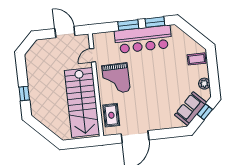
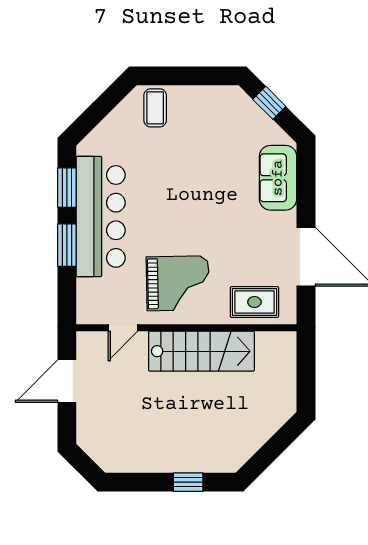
door: (93, 55) -> (123, 328), hinge flipped
plant: (204, 84) -> (209, 97), removed
stairs: (82, 102) -> (201, 351), width x0.73, depth x0.66
sofa: (191, 109) -> (278, 178), moved, turned 45

